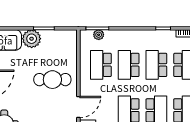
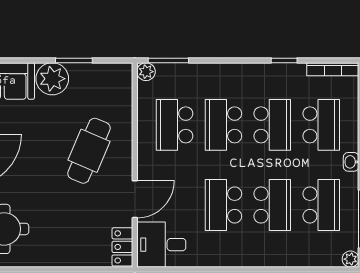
plant: (99, 35) -> (146, 72), moved
school desk: (156, 65) -> (272, 125), turned 180
cafe table: (52, 80) -> (89, 151), turned -67

